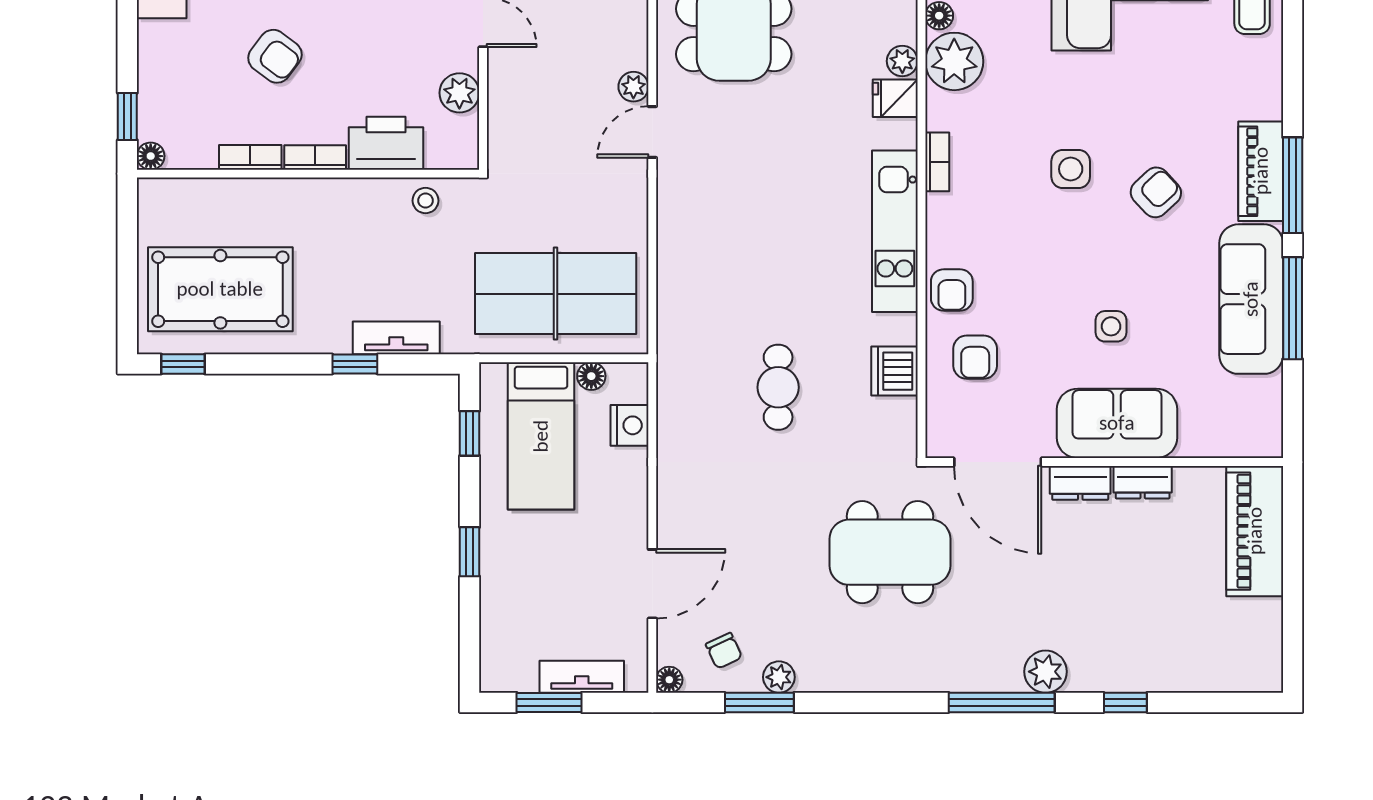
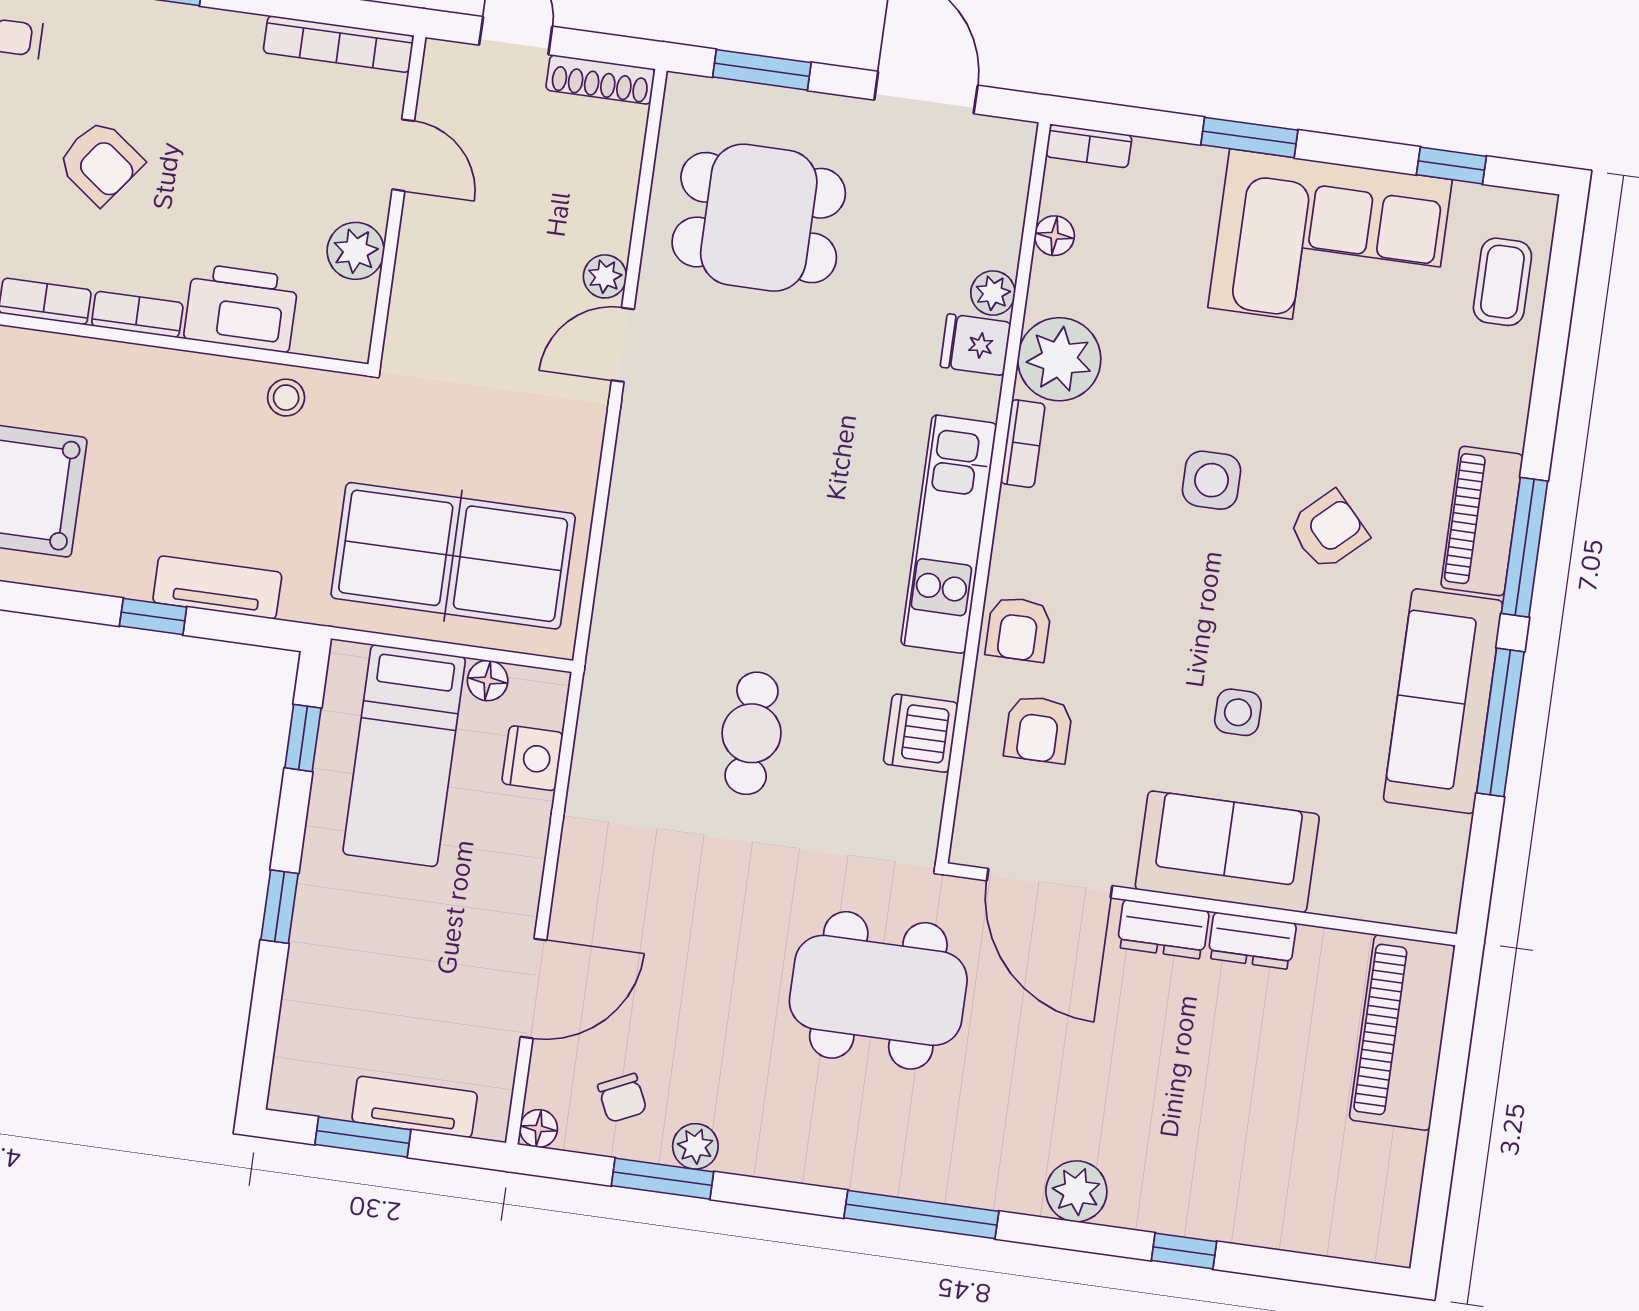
plant: (954, 61) -> (1059, 359), moved
window: (1002, 702) -> (921, 1215), moved

